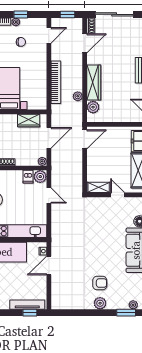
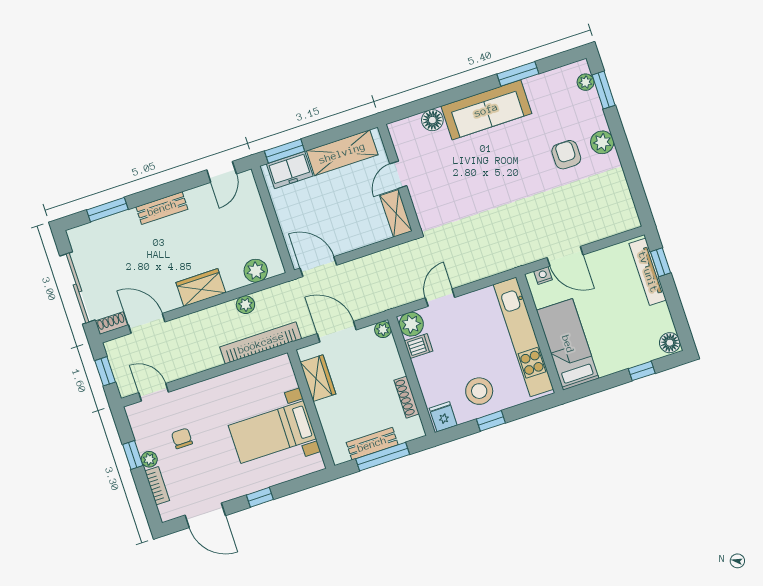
bookcase: (56, 82) -> (261, 343), moved
wardrobe: (94, 82) -> (201, 288), width x0.67

